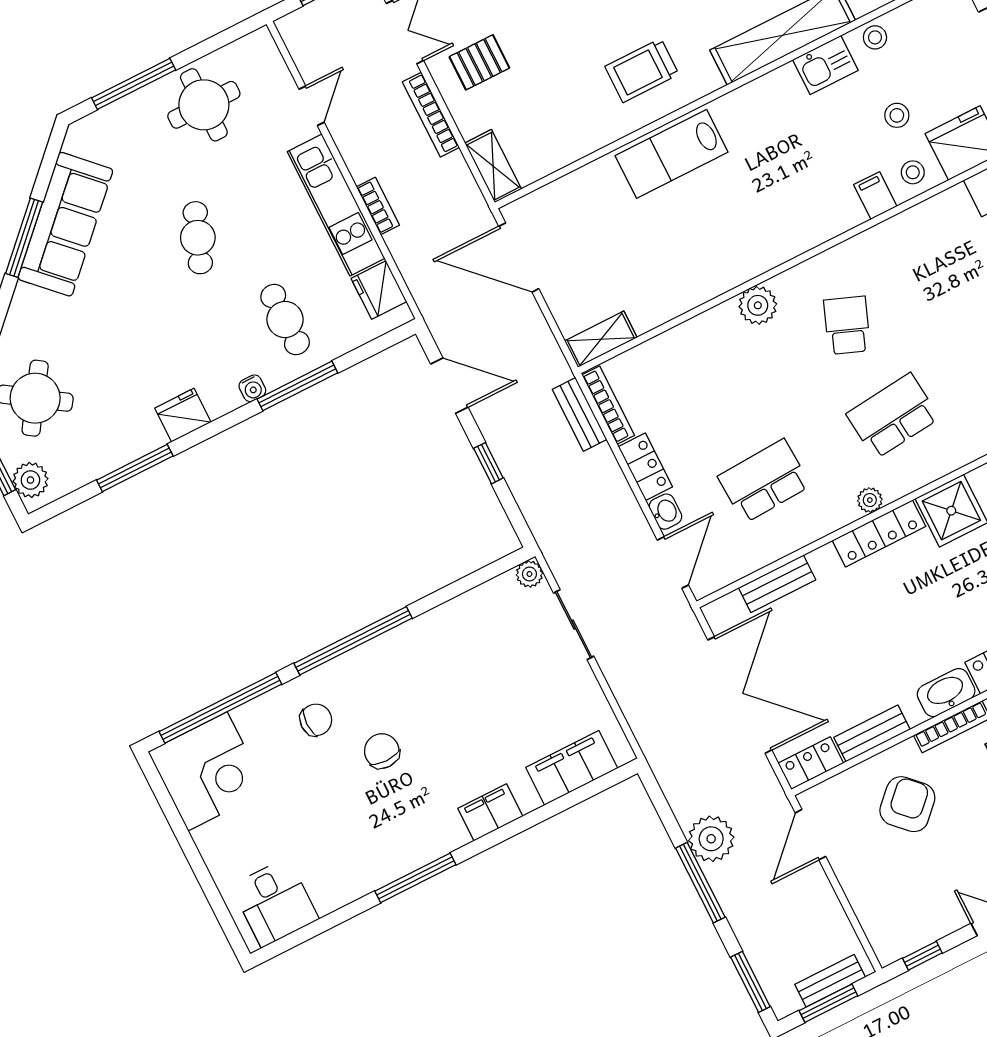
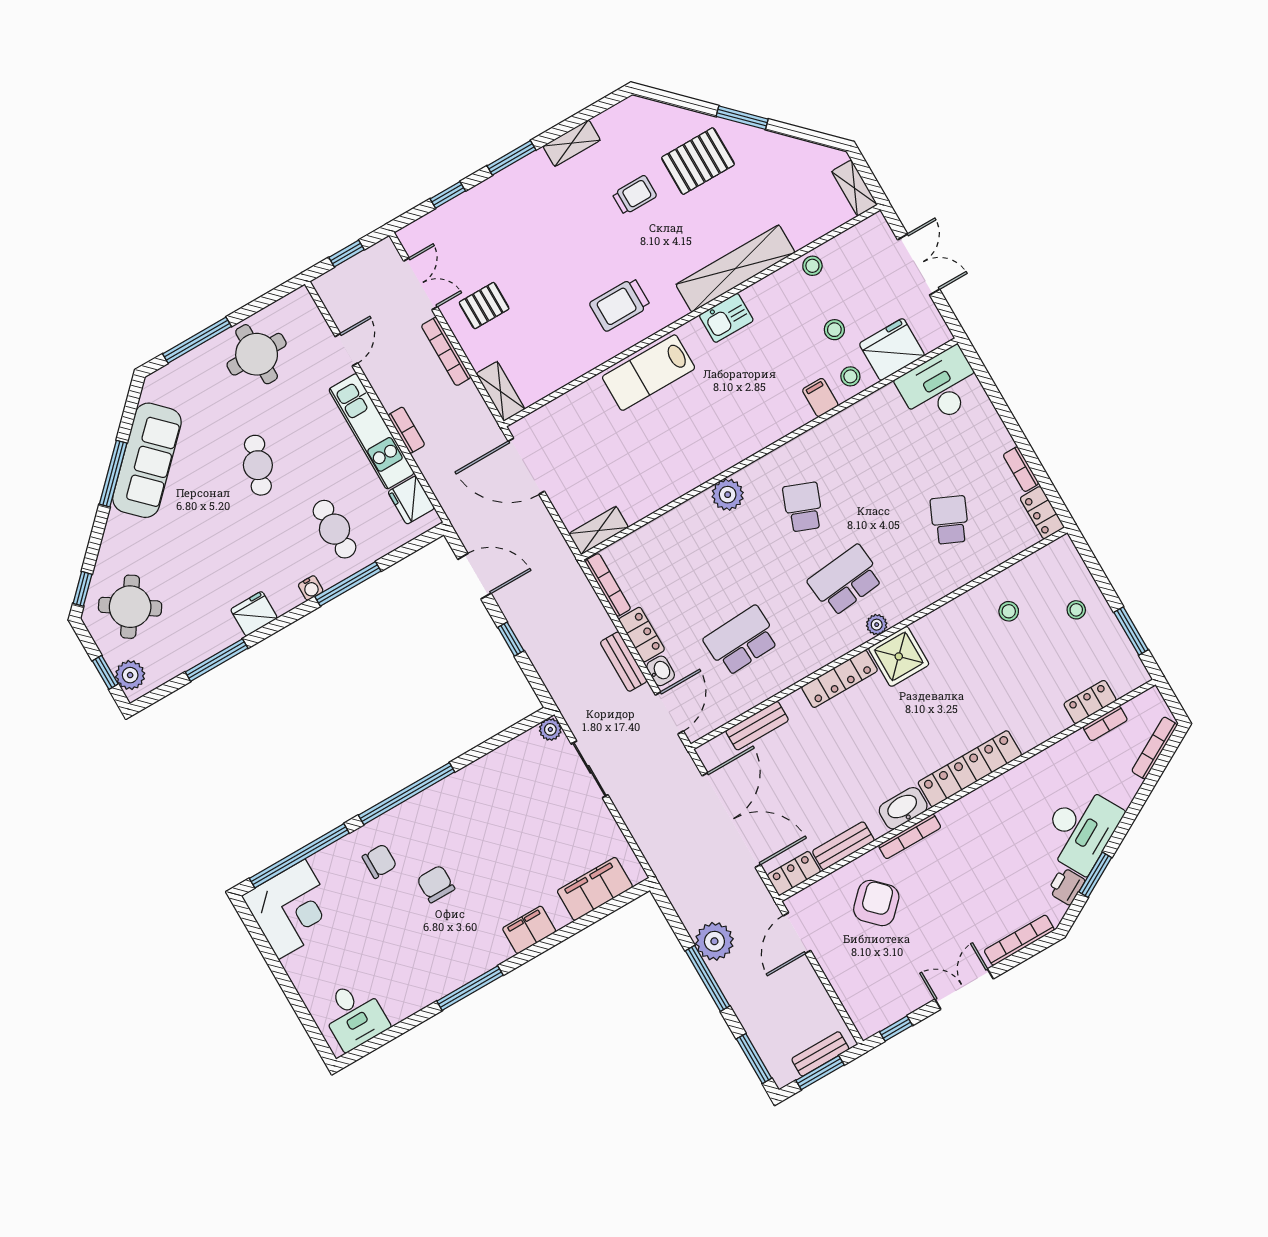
kitchen sink: (825, 65) -> (726, 318), moved
bench: (580, 414) -> (624, 662), moved
plant: (870, 500) -> (877, 625), moved

